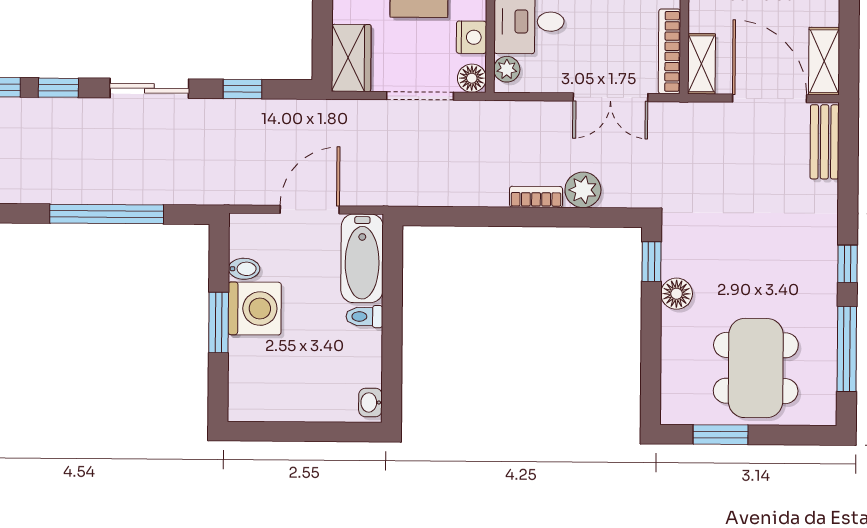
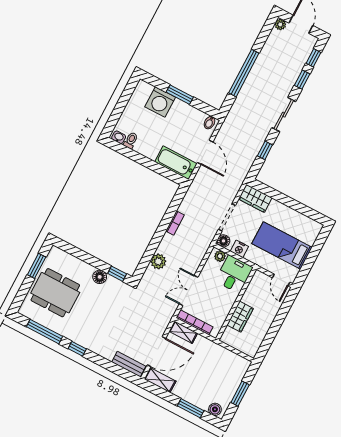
bookcase: (536, 197) -> (175, 223), moved
bidet: (244, 269) -> (209, 123), moved
washing machine: (255, 308) -> (160, 102), moved
toilet: (364, 317) -> (131, 140), moved

